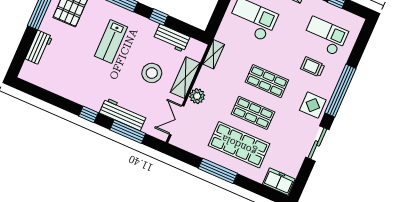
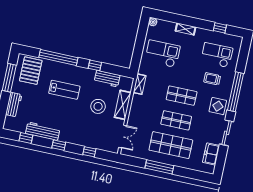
lab bench: (111, 42) -> (64, 90), turned -90
window: (46, 96) -> (26, 138), added
plant: (197, 96) -> (134, 116), removed
workbench: (123, 114) -> (43, 131), moved
double door: (177, 120) -> (123, 137), swing flipped
window: (128, 132) -> (89, 152), width x0.46
freezer: (279, 182) -> (211, 154), moved, turned -90

